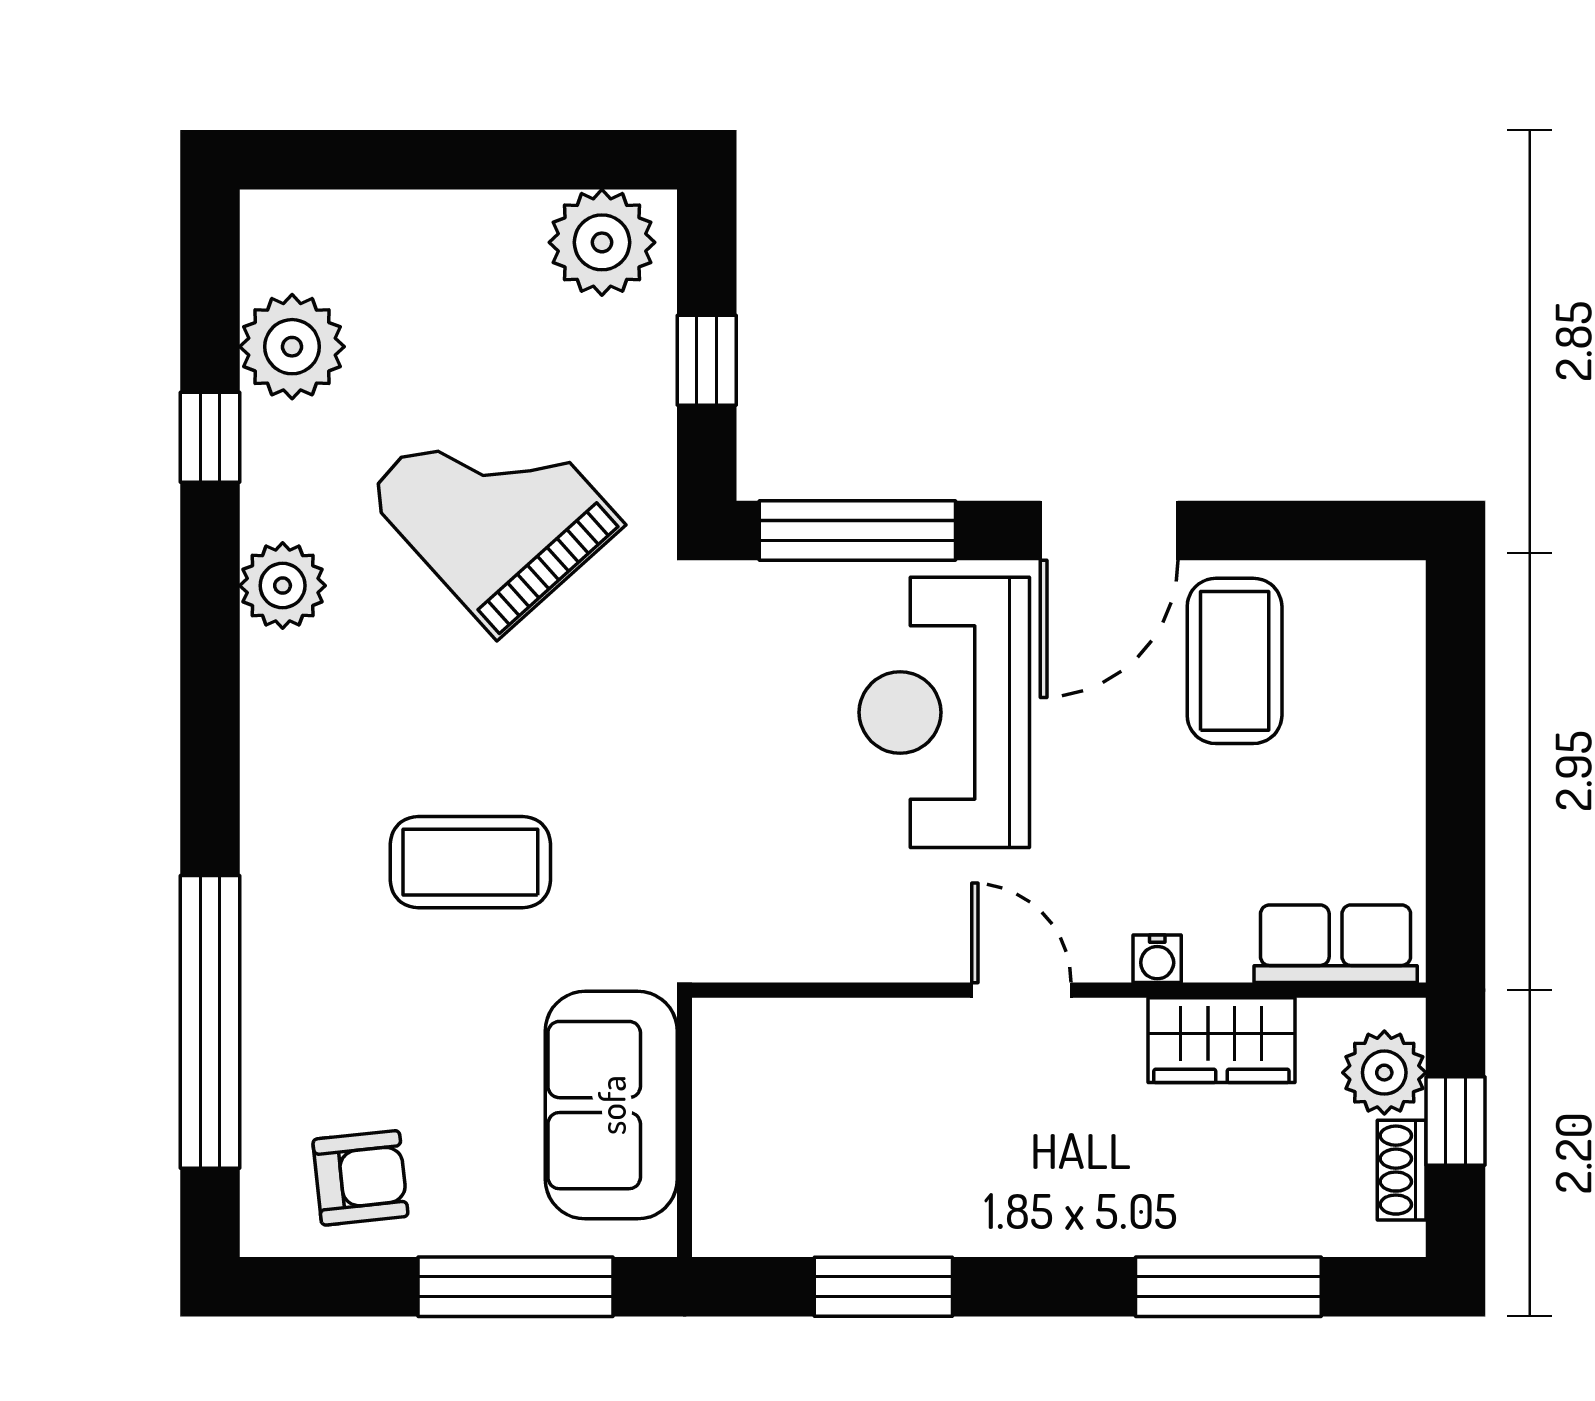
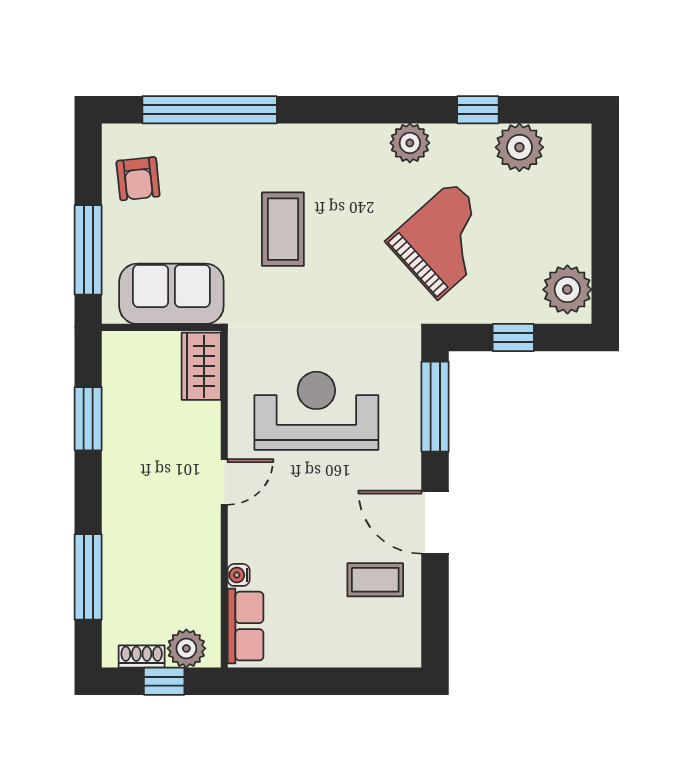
coffee table: (1235, 661) -> (375, 580), width x0.73, depth x0.77
reception desk: (944, 712) -> (316, 411), moved
water cooler: (1157, 959) -> (239, 575), moved
wardrobe: (1221, 1040) -> (201, 366), moved

